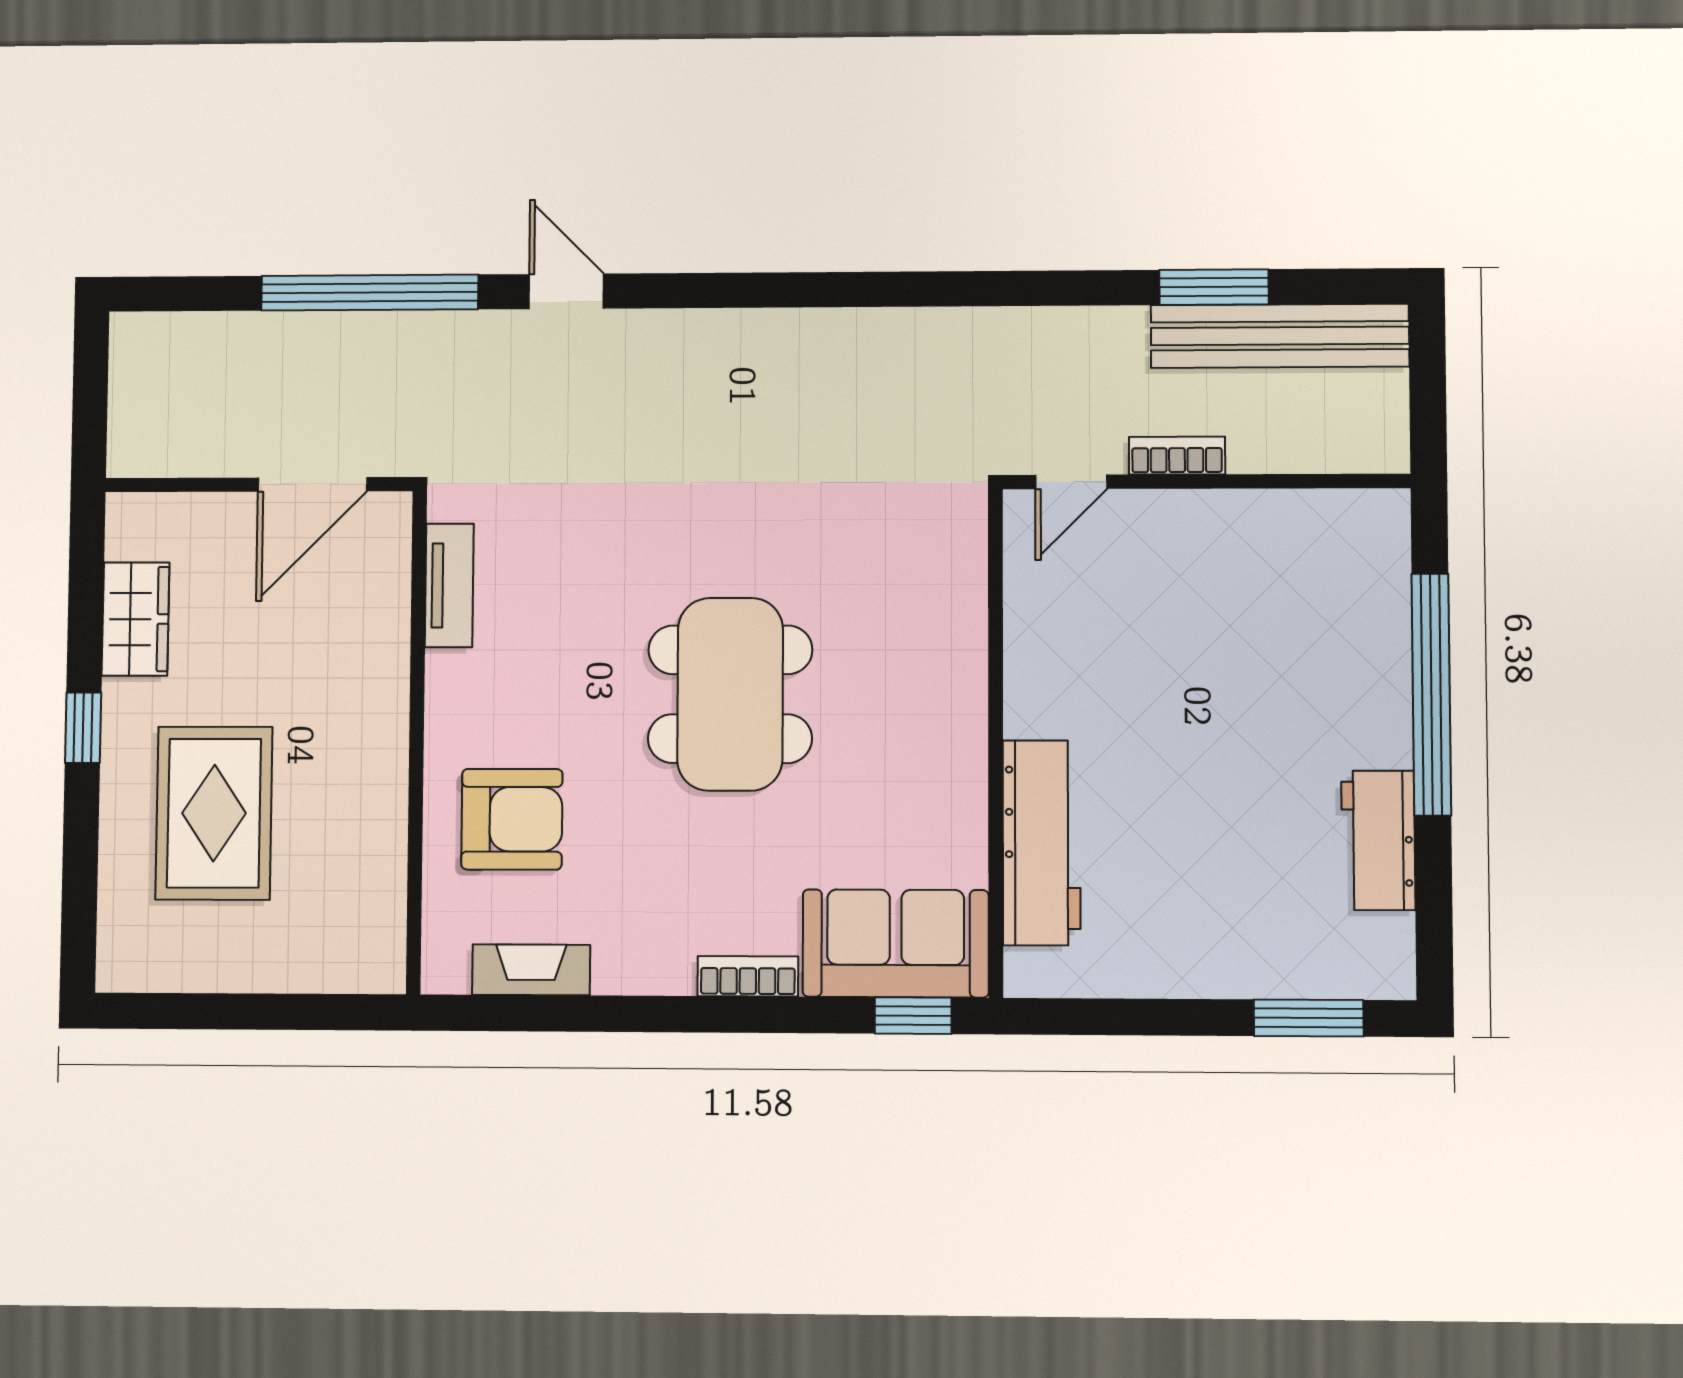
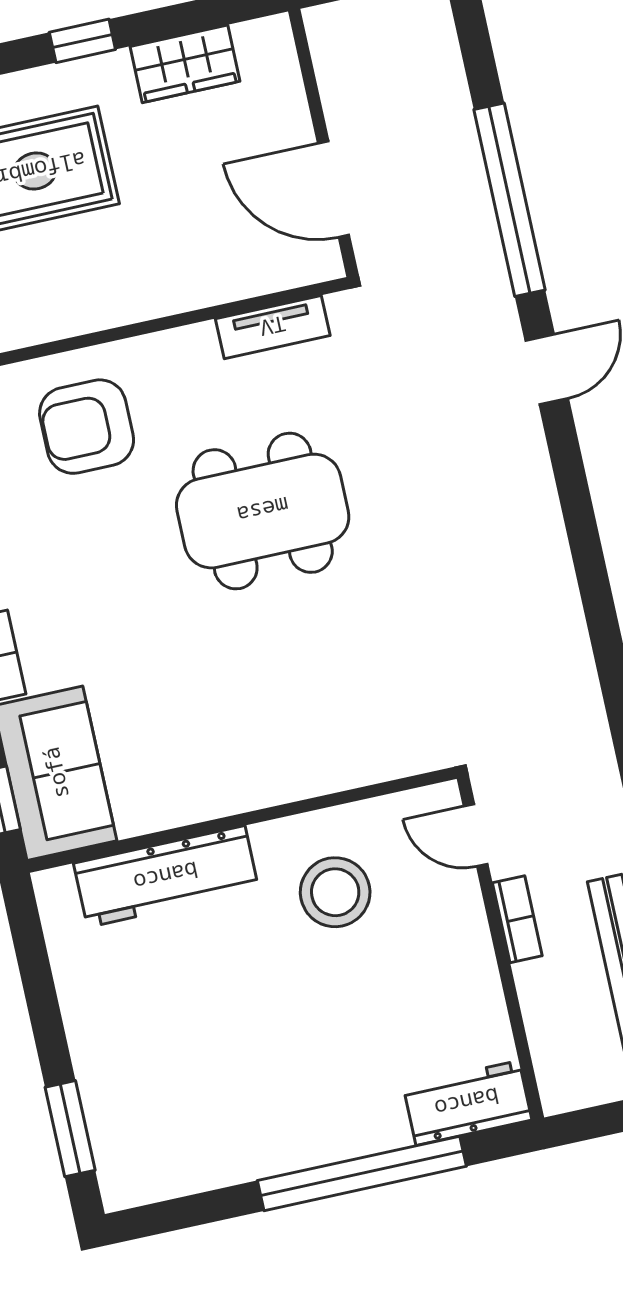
stool: (1101, 654) -> (335, 892), added
dining table: (730, 694) -> (263, 511), moved
armchair: (512, 819) -> (87, 427), turned 90
workbench: (1378, 840) -> (467, 1103), moved

